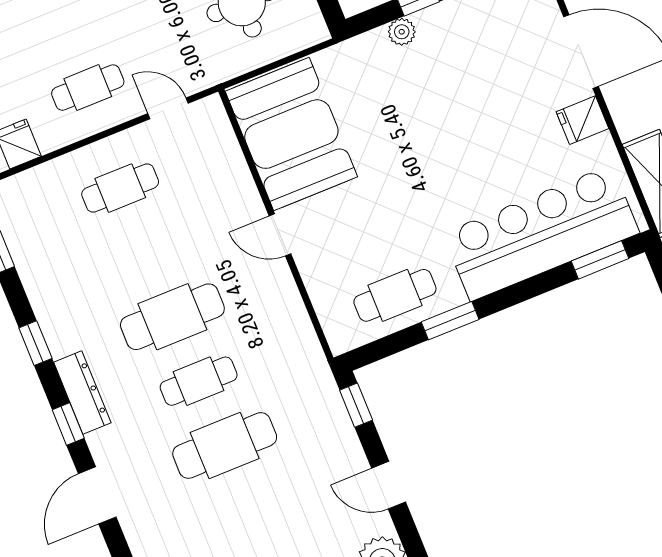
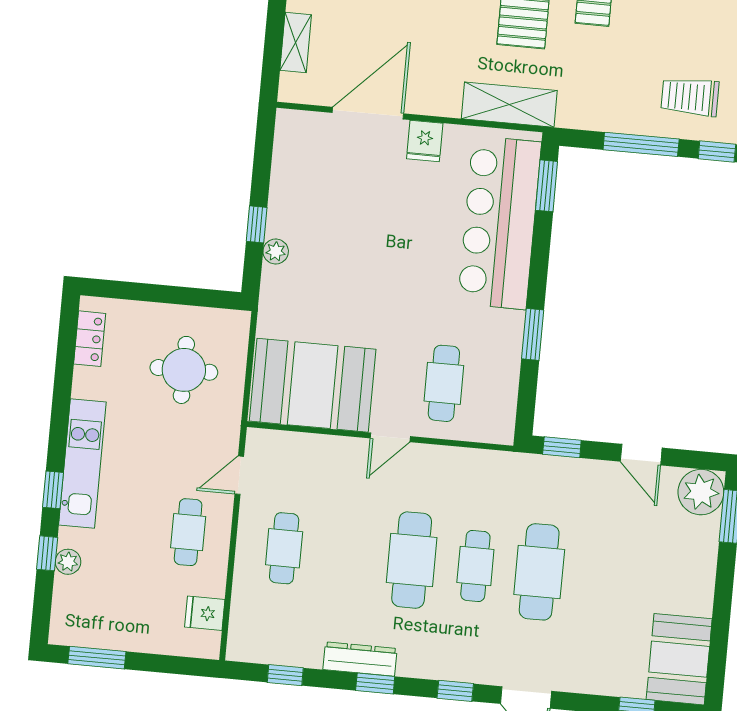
cafe table: (395, 295) -> (444, 383), moved
dresser: (82, 392) -> (360, 659), moved
door: (389, 485) -> (641, 455), hinge flipped

